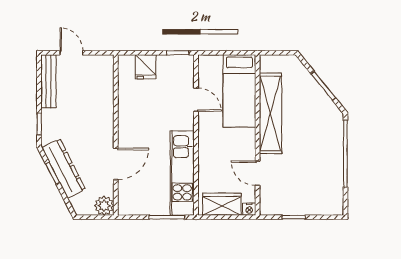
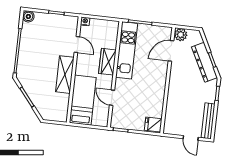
fridge: (146, 67) -> (153, 125), moved, turned -90
shelving: (270, 113) -> (65, 75), width x0.68
door: (116, 164) -> (171, 51), moved
wardrobe: (222, 204) -> (107, 62), moved, turned 90
boiler: (335, 207) -> (28, 16), added

